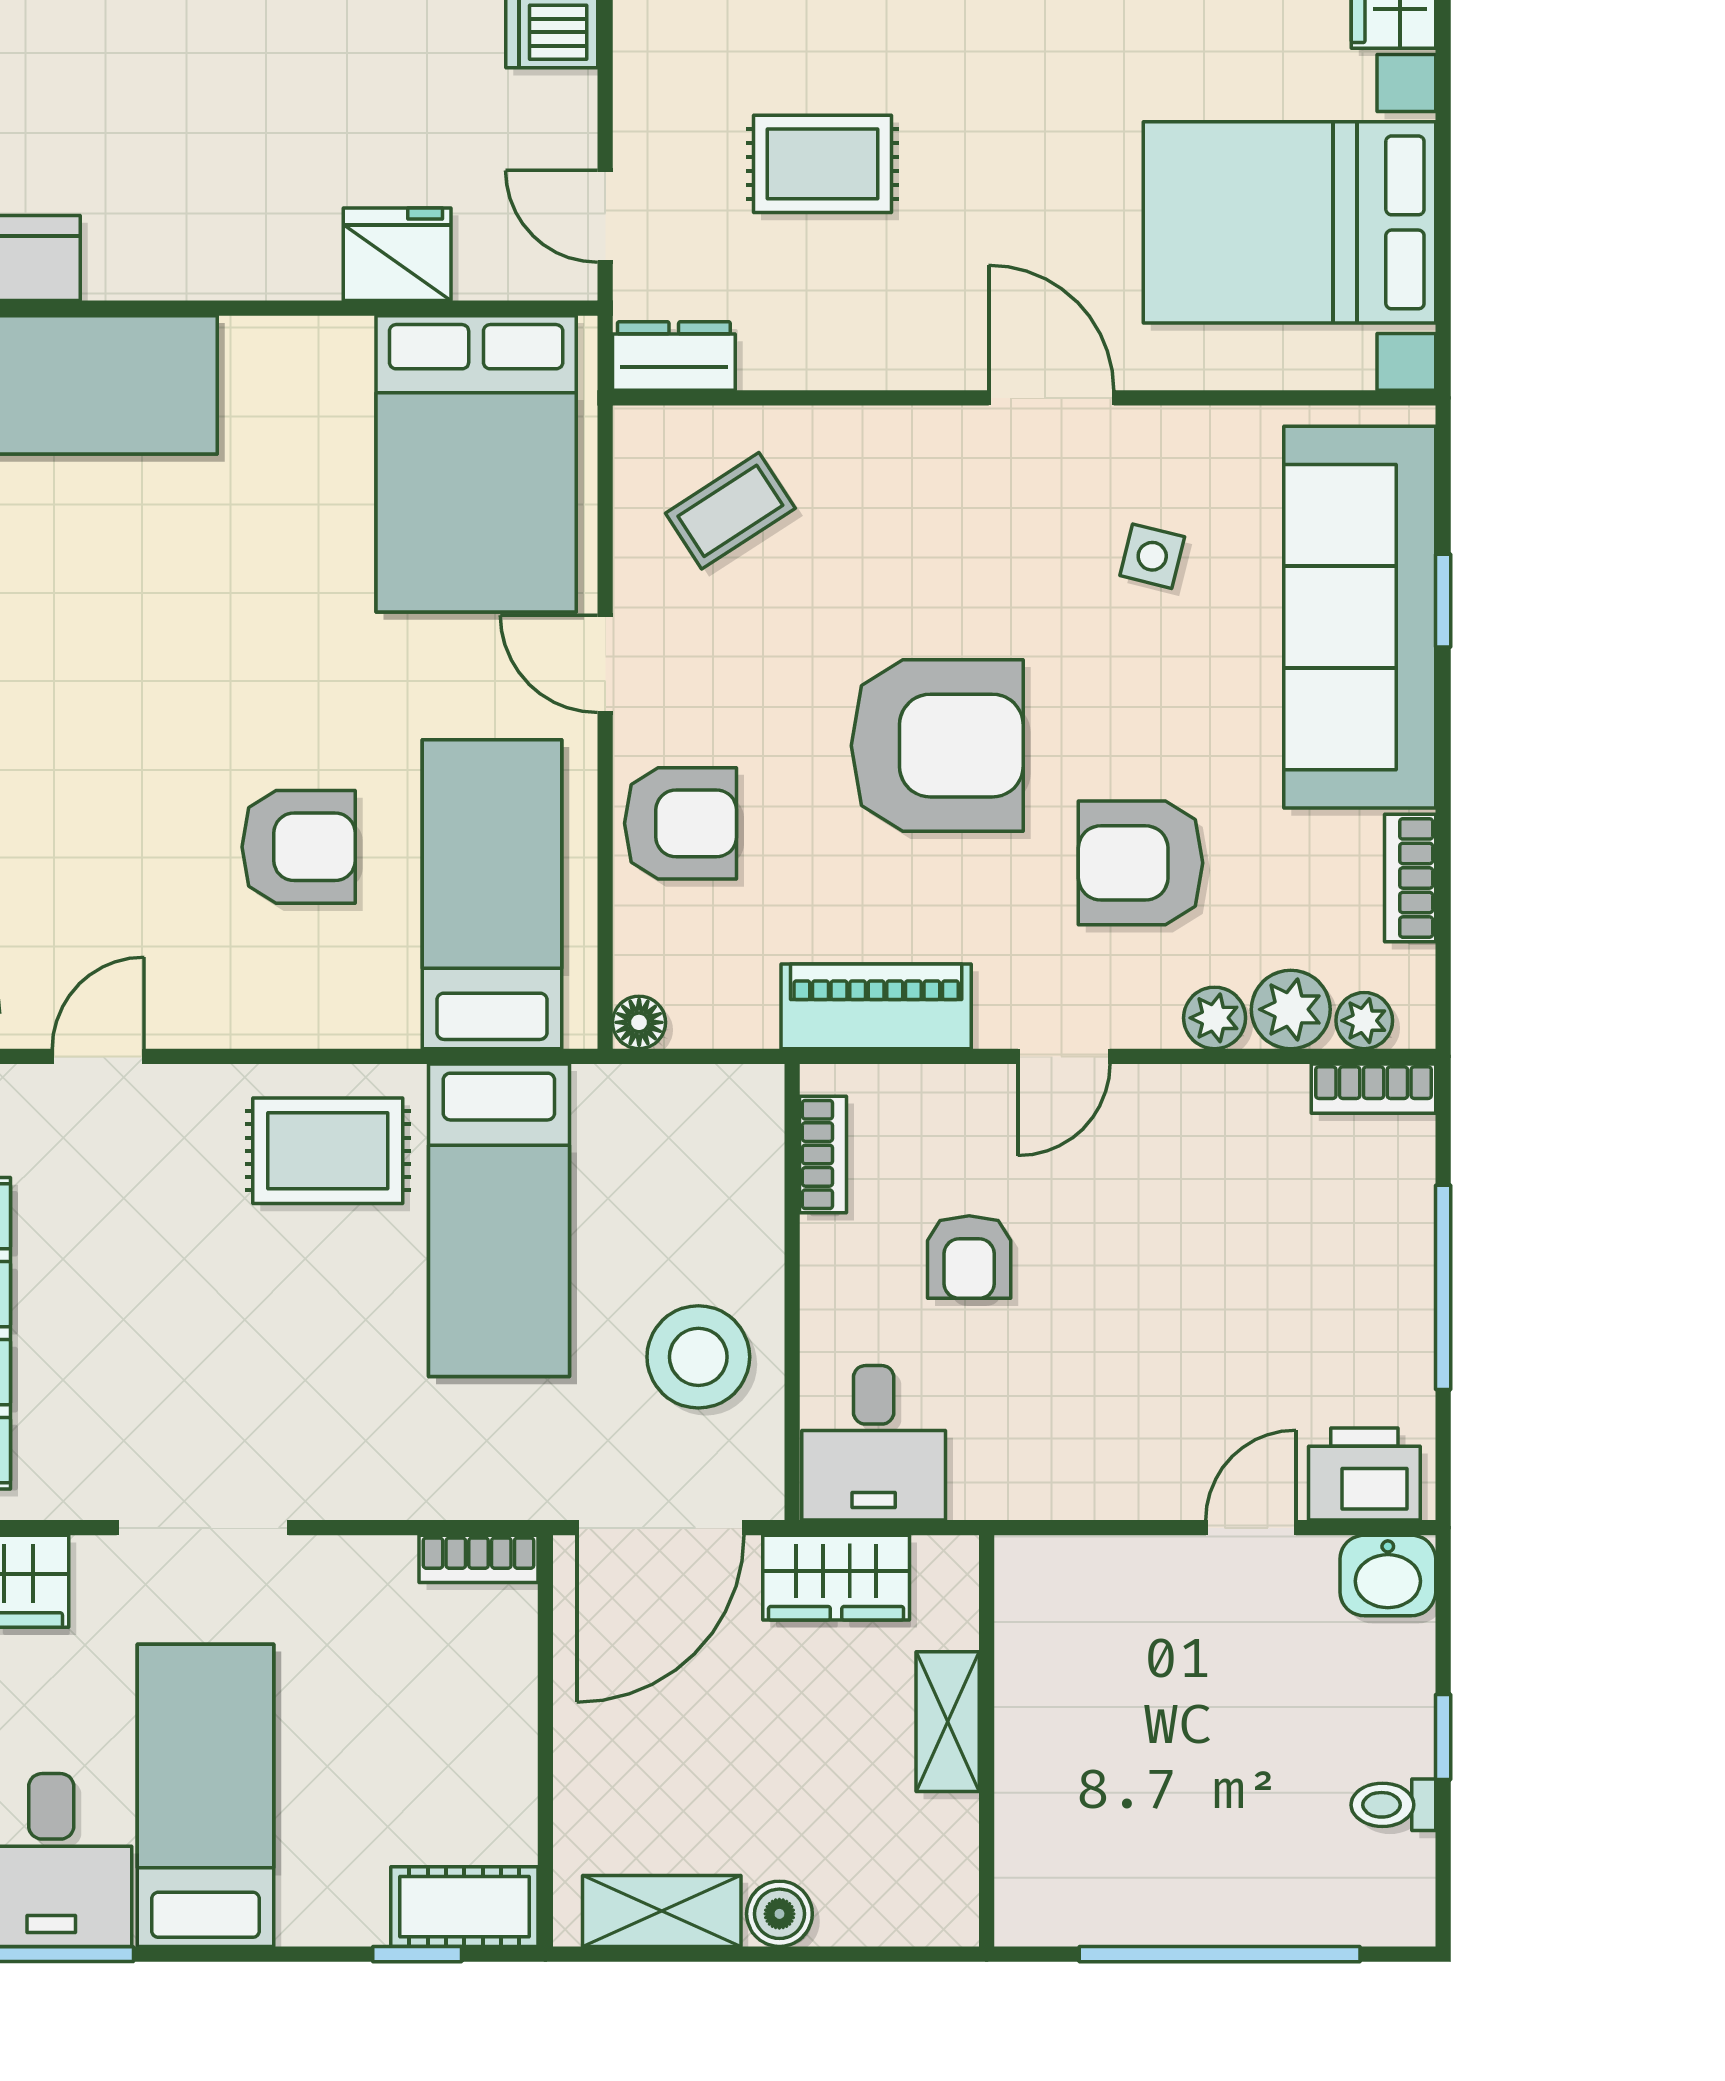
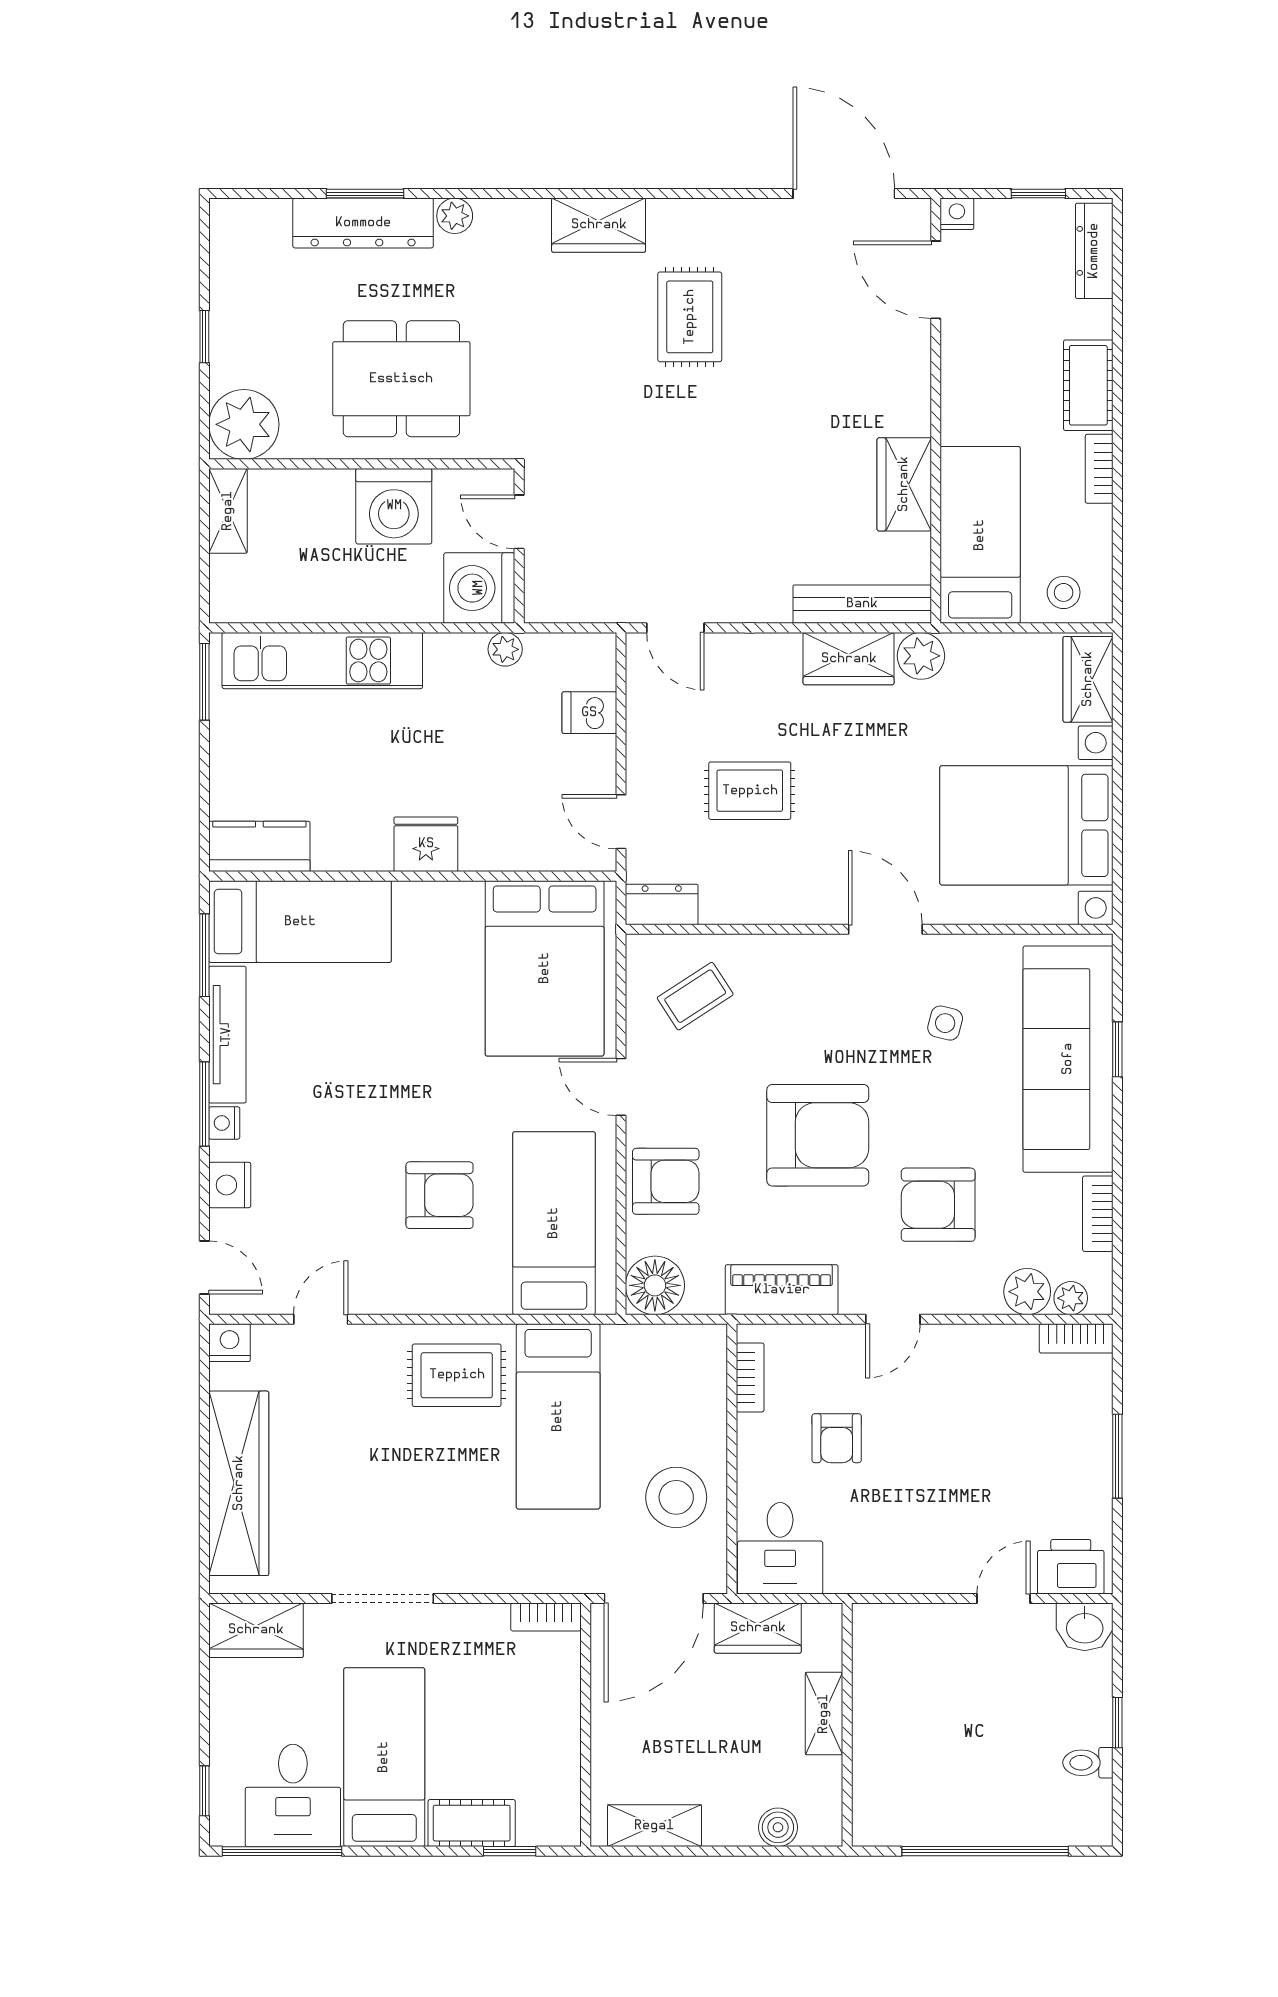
fridge: (397, 254) -> (426, 844), moved
plant: (1215, 1018) -> (982, 1297), removed
floor lamp: (639, 1022) -> (655, 1285), width x1.89, depth x1.89
window: (1443, 1287) -> (1117, 1456), width x0.69
cot: (464, 1907) -> (472, 1823), moved
boiler: (779, 1914) -> (778, 1827), moved

